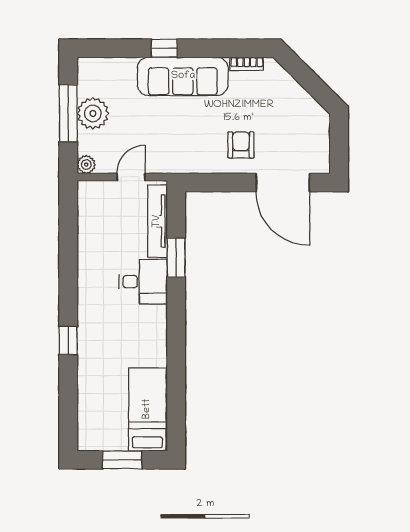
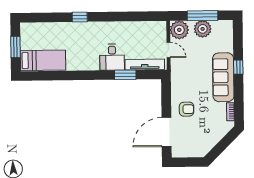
plant: (86, 165) -> (179, 30), width x1.88, depth x1.88

